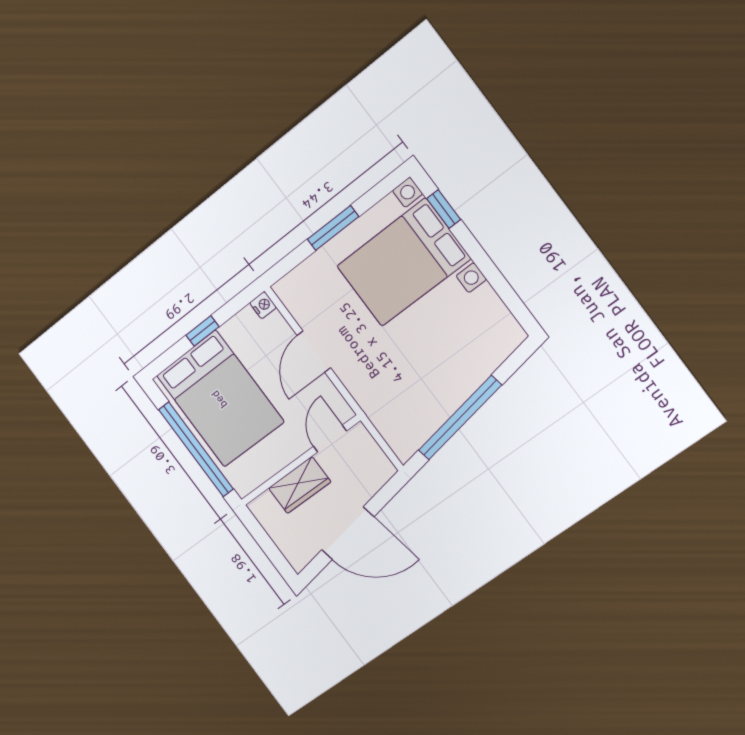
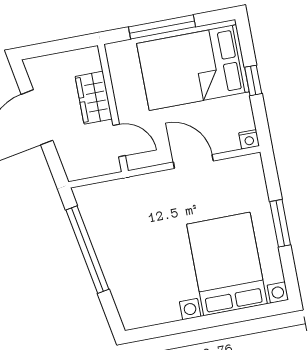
window: (444, 209) -> (252, 313), removed
window: (196, 449) -> (162, 27), width x0.68

